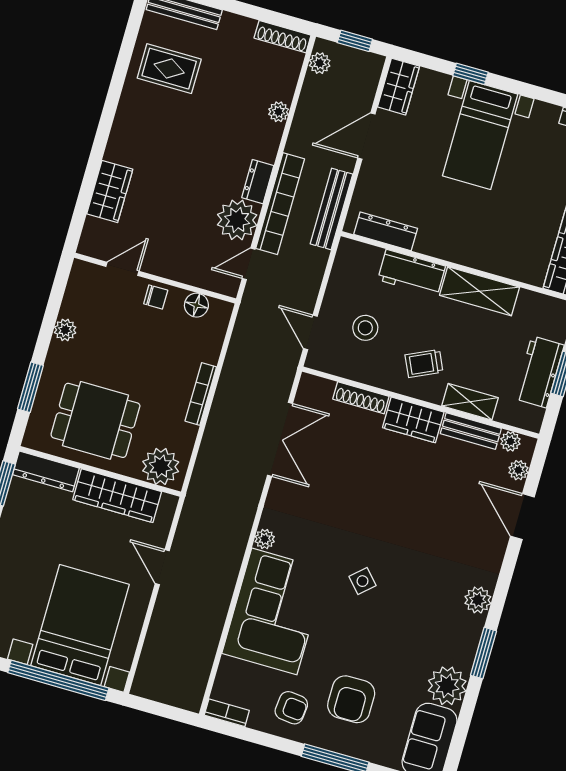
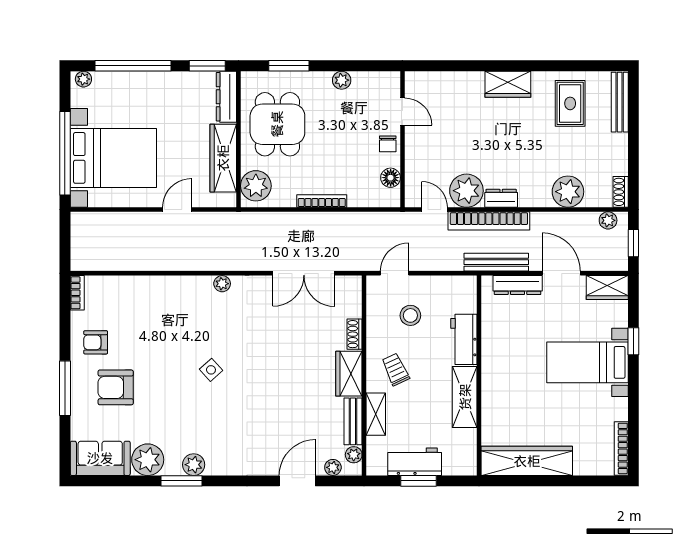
shoe rack: (283, 37) -> (621, 192), width x0.70
plant: (279, 112) -> (568, 192), width x1.88, depth x1.88
wardrobe: (110, 191) -> (508, 84), moved
dresser: (386, 231) -> (518, 285), moved, turned 90
shoe rack: (361, 398) -> (354, 334), width x0.70
plant: (478, 600) -> (194, 465), moved
corner sofa: (274, 611) -> (167, 307), removed
armchair: (291, 708) -> (96, 342), turned 84

